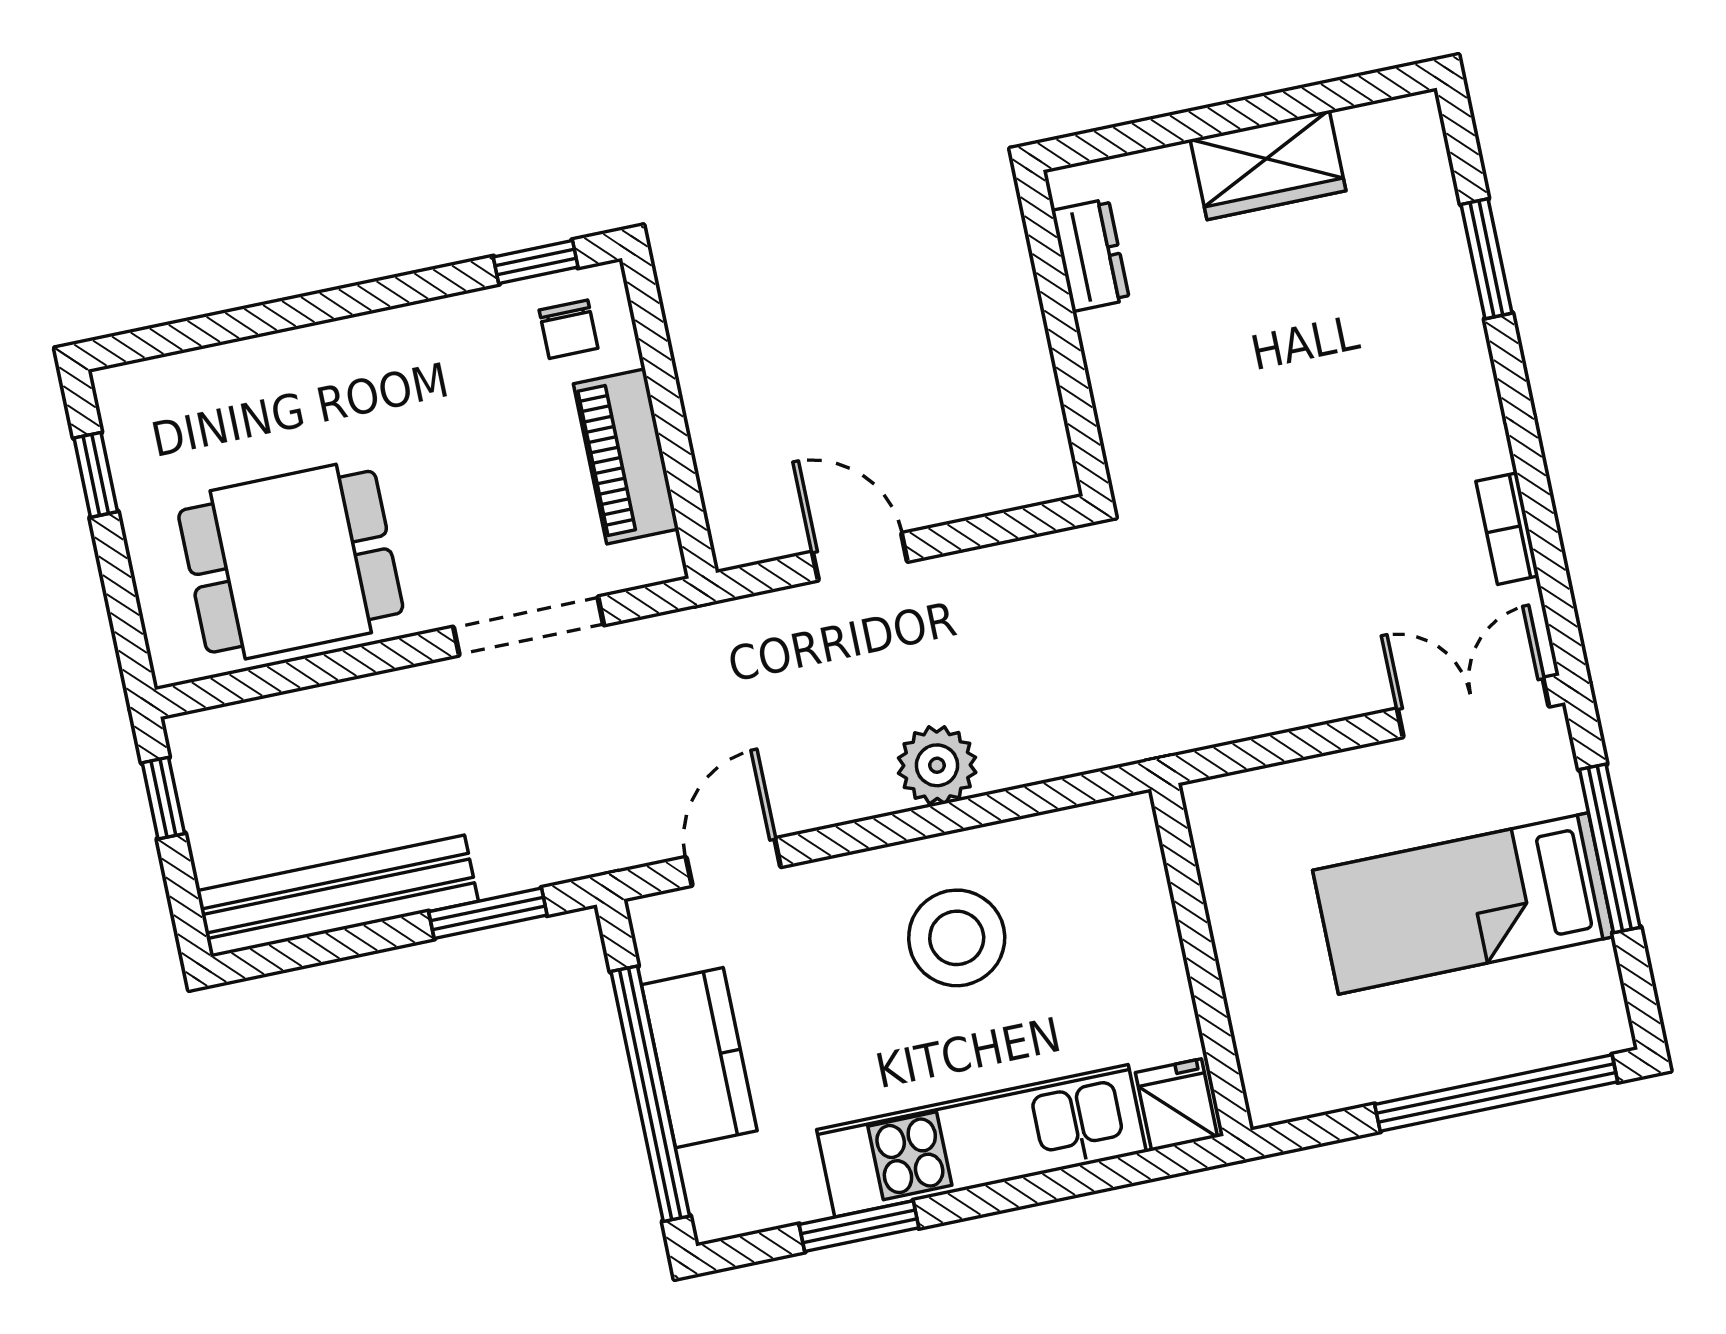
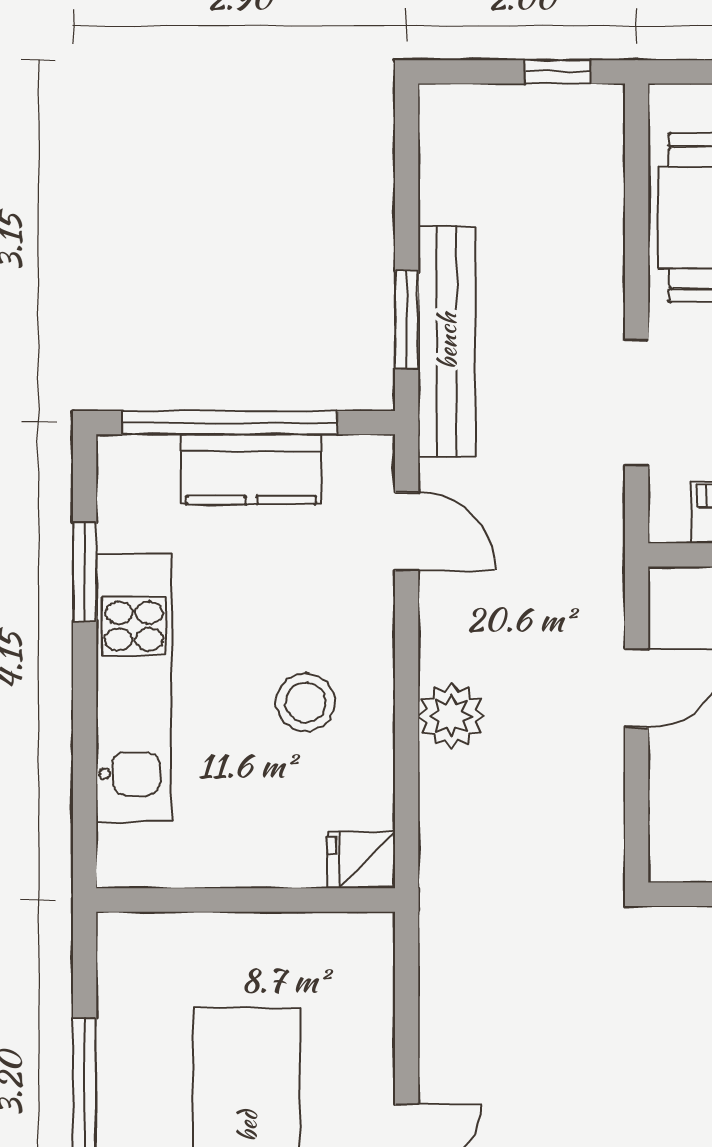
bench: (337, 896) -> (447, 341), moved
stool: (957, 938) -> (305, 702), width x0.73, depth x0.73
fridge: (1177, 1105) -> (361, 860), moved, turned 180

